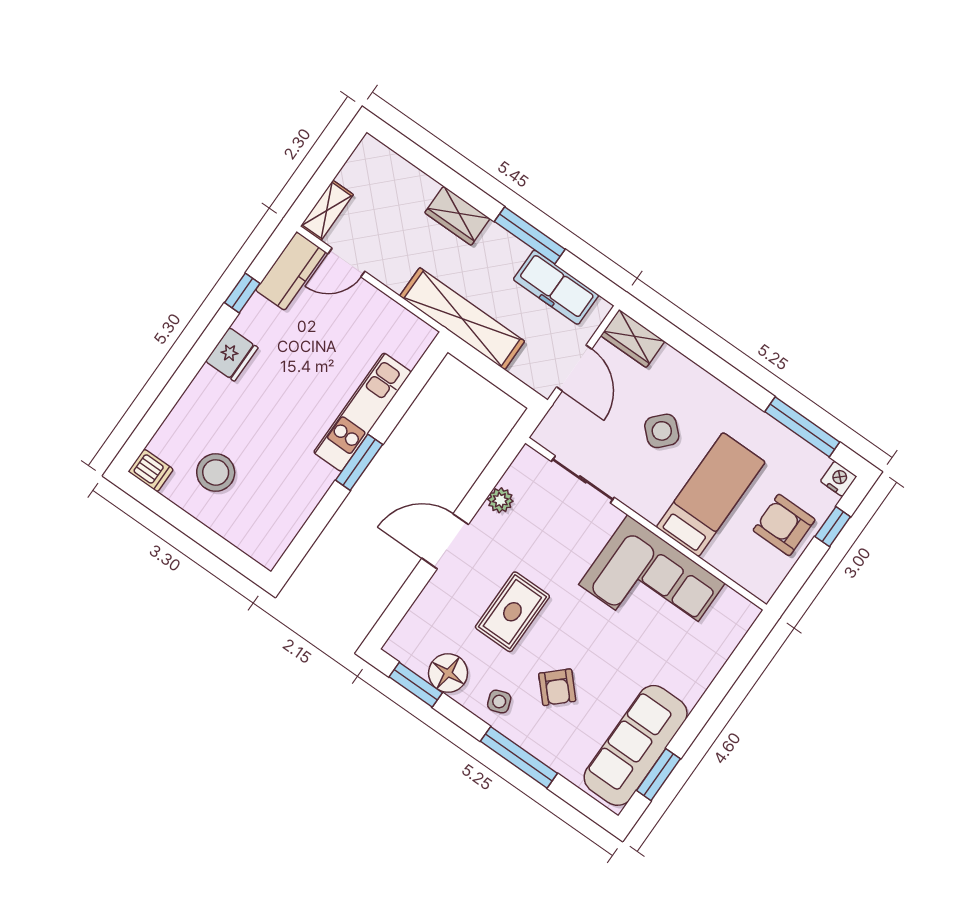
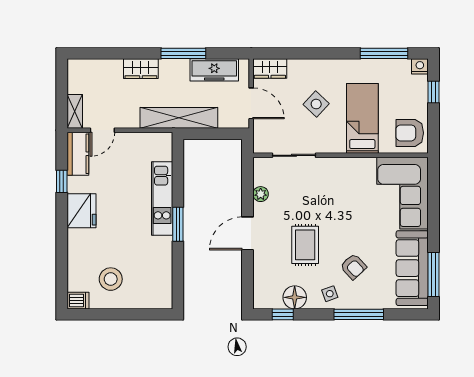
fridge: (232, 354) -> (81, 211), width x1.36, depth x1.34
armchair: (784, 525) -> (410, 133), moved
corner sofa: (652, 584) -> (402, 193), moved, turned 90
window: (416, 685) -> (283, 314), width x0.67
window: (658, 775) -> (434, 275), width x1.44

